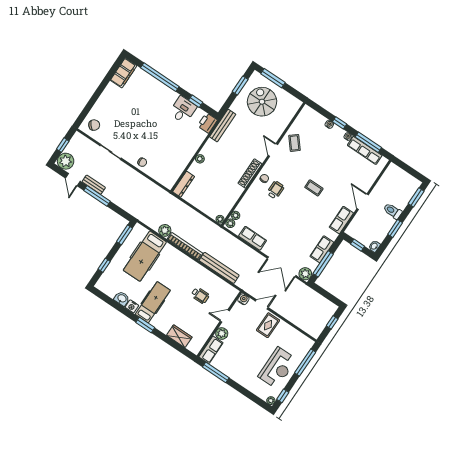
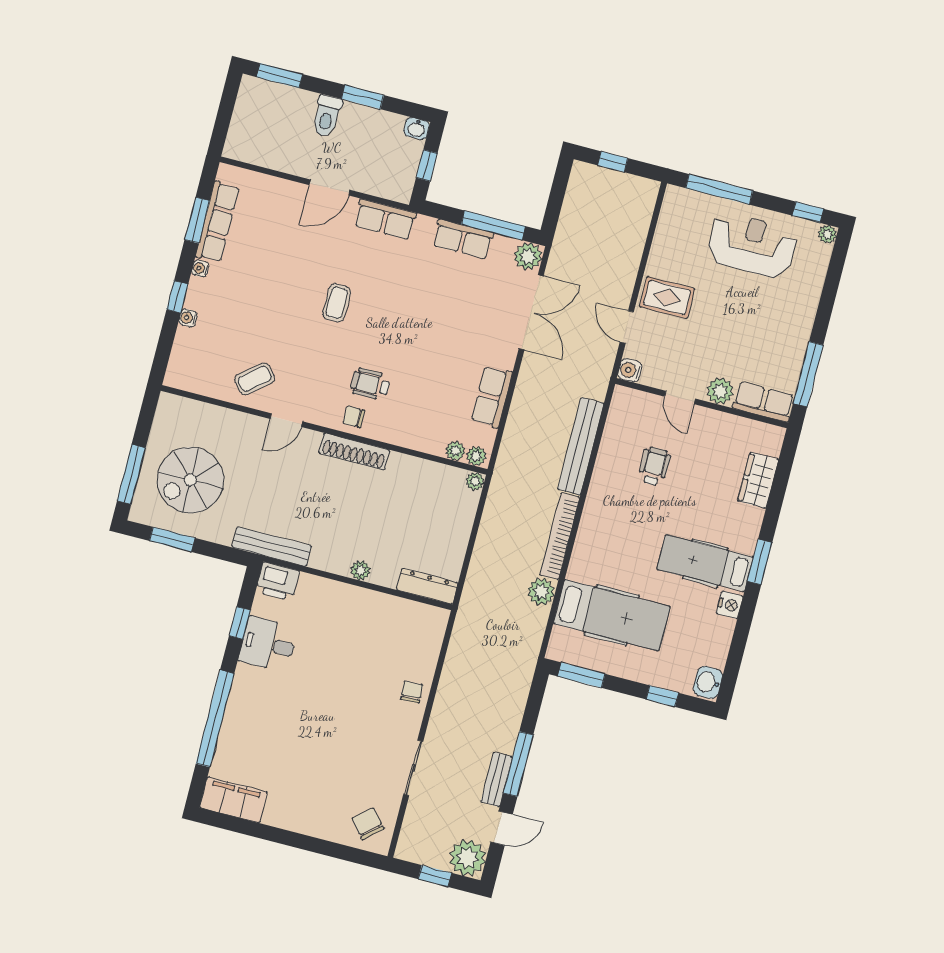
window: (368, 142) -> (197, 220), width x0.69
washbasin: (122, 299) -> (708, 682), moved

